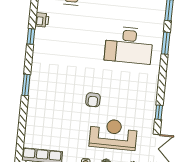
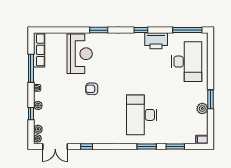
printer: (42, 20) -> (156, 41), width x1.87, depth x1.48
reception desk: (113, 134) -> (80, 54), moved

